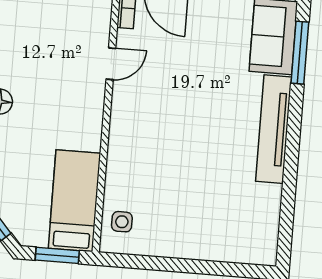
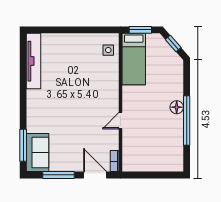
door: (111, 64) -> (121, 121), moved
tv unit: (274, 129) -> (34, 61), moved

